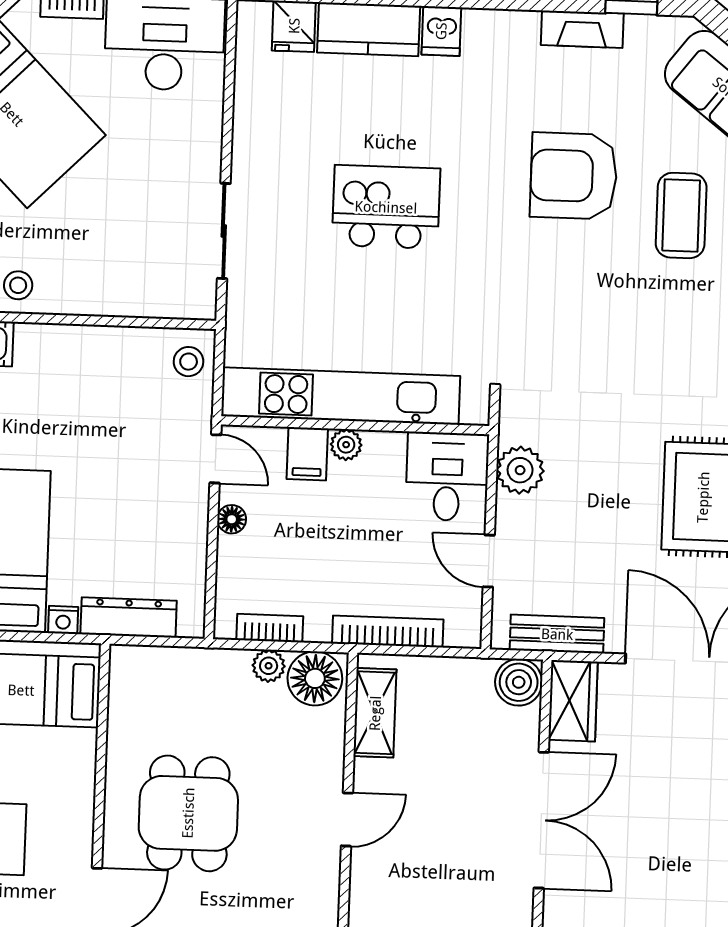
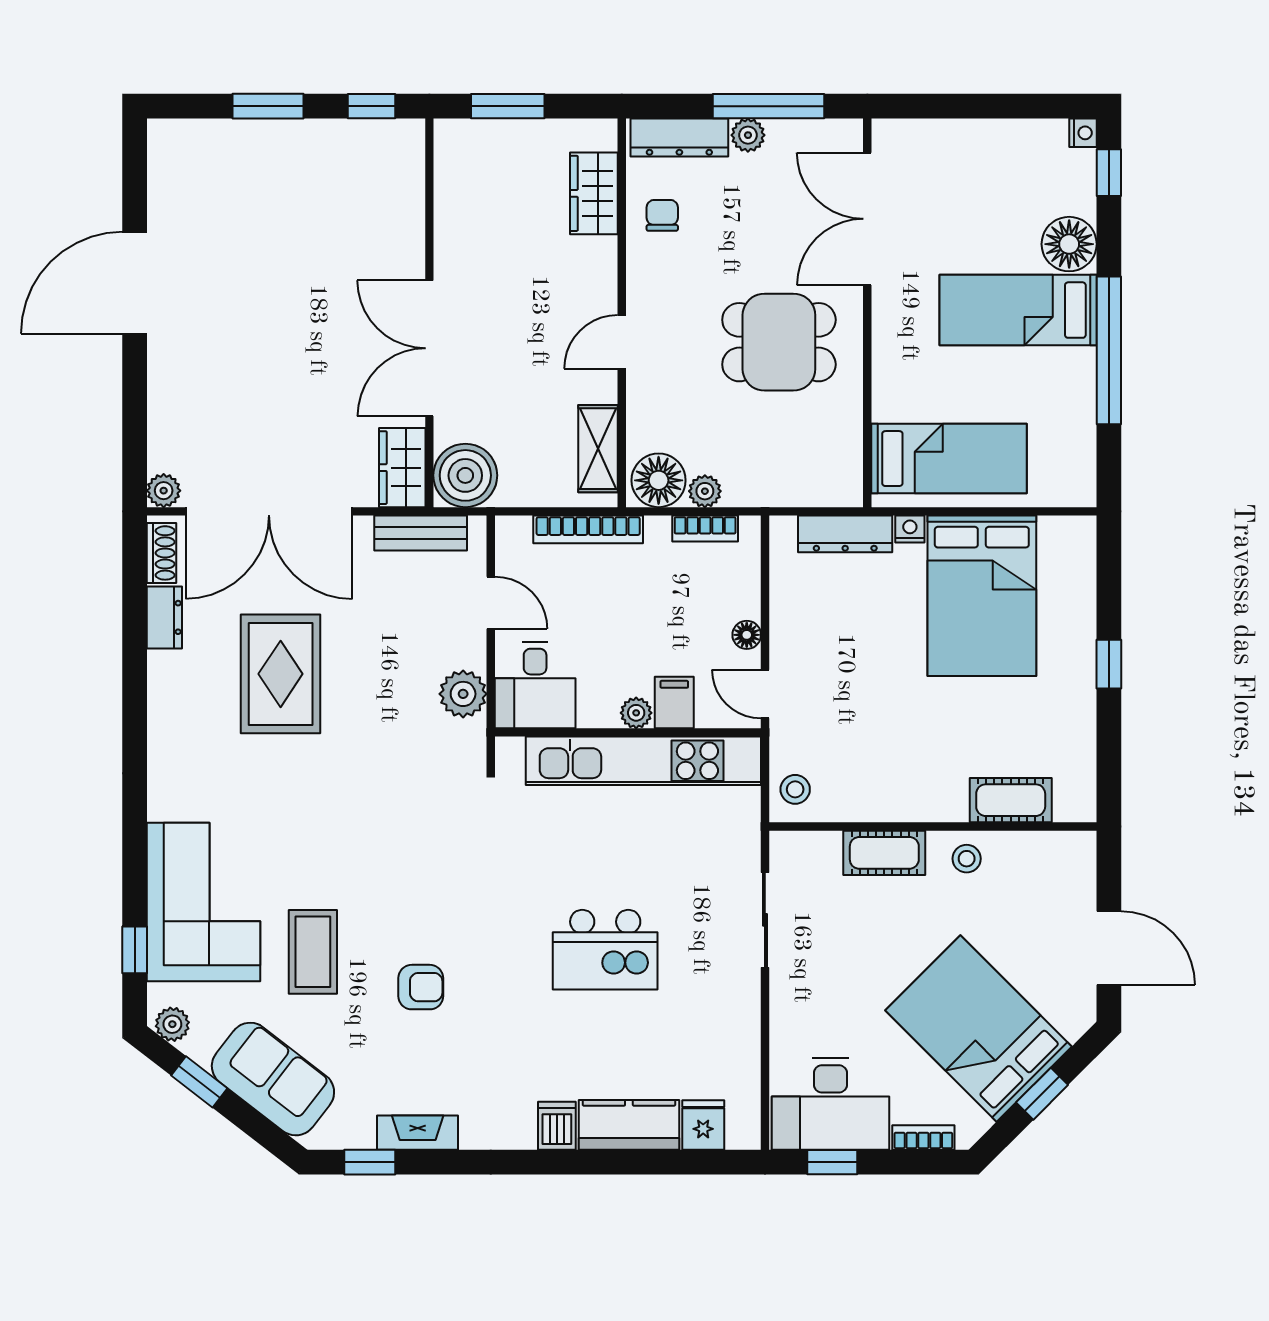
armchair: (574, 176) -> (421, 987), width x0.53, depth x0.53
cot: (101, 294) -> (884, 853), added
boiler: (519, 682) -> (465, 475), width x1.37, depth x1.37
dining table: (188, 813) -> (779, 342), turned 90

